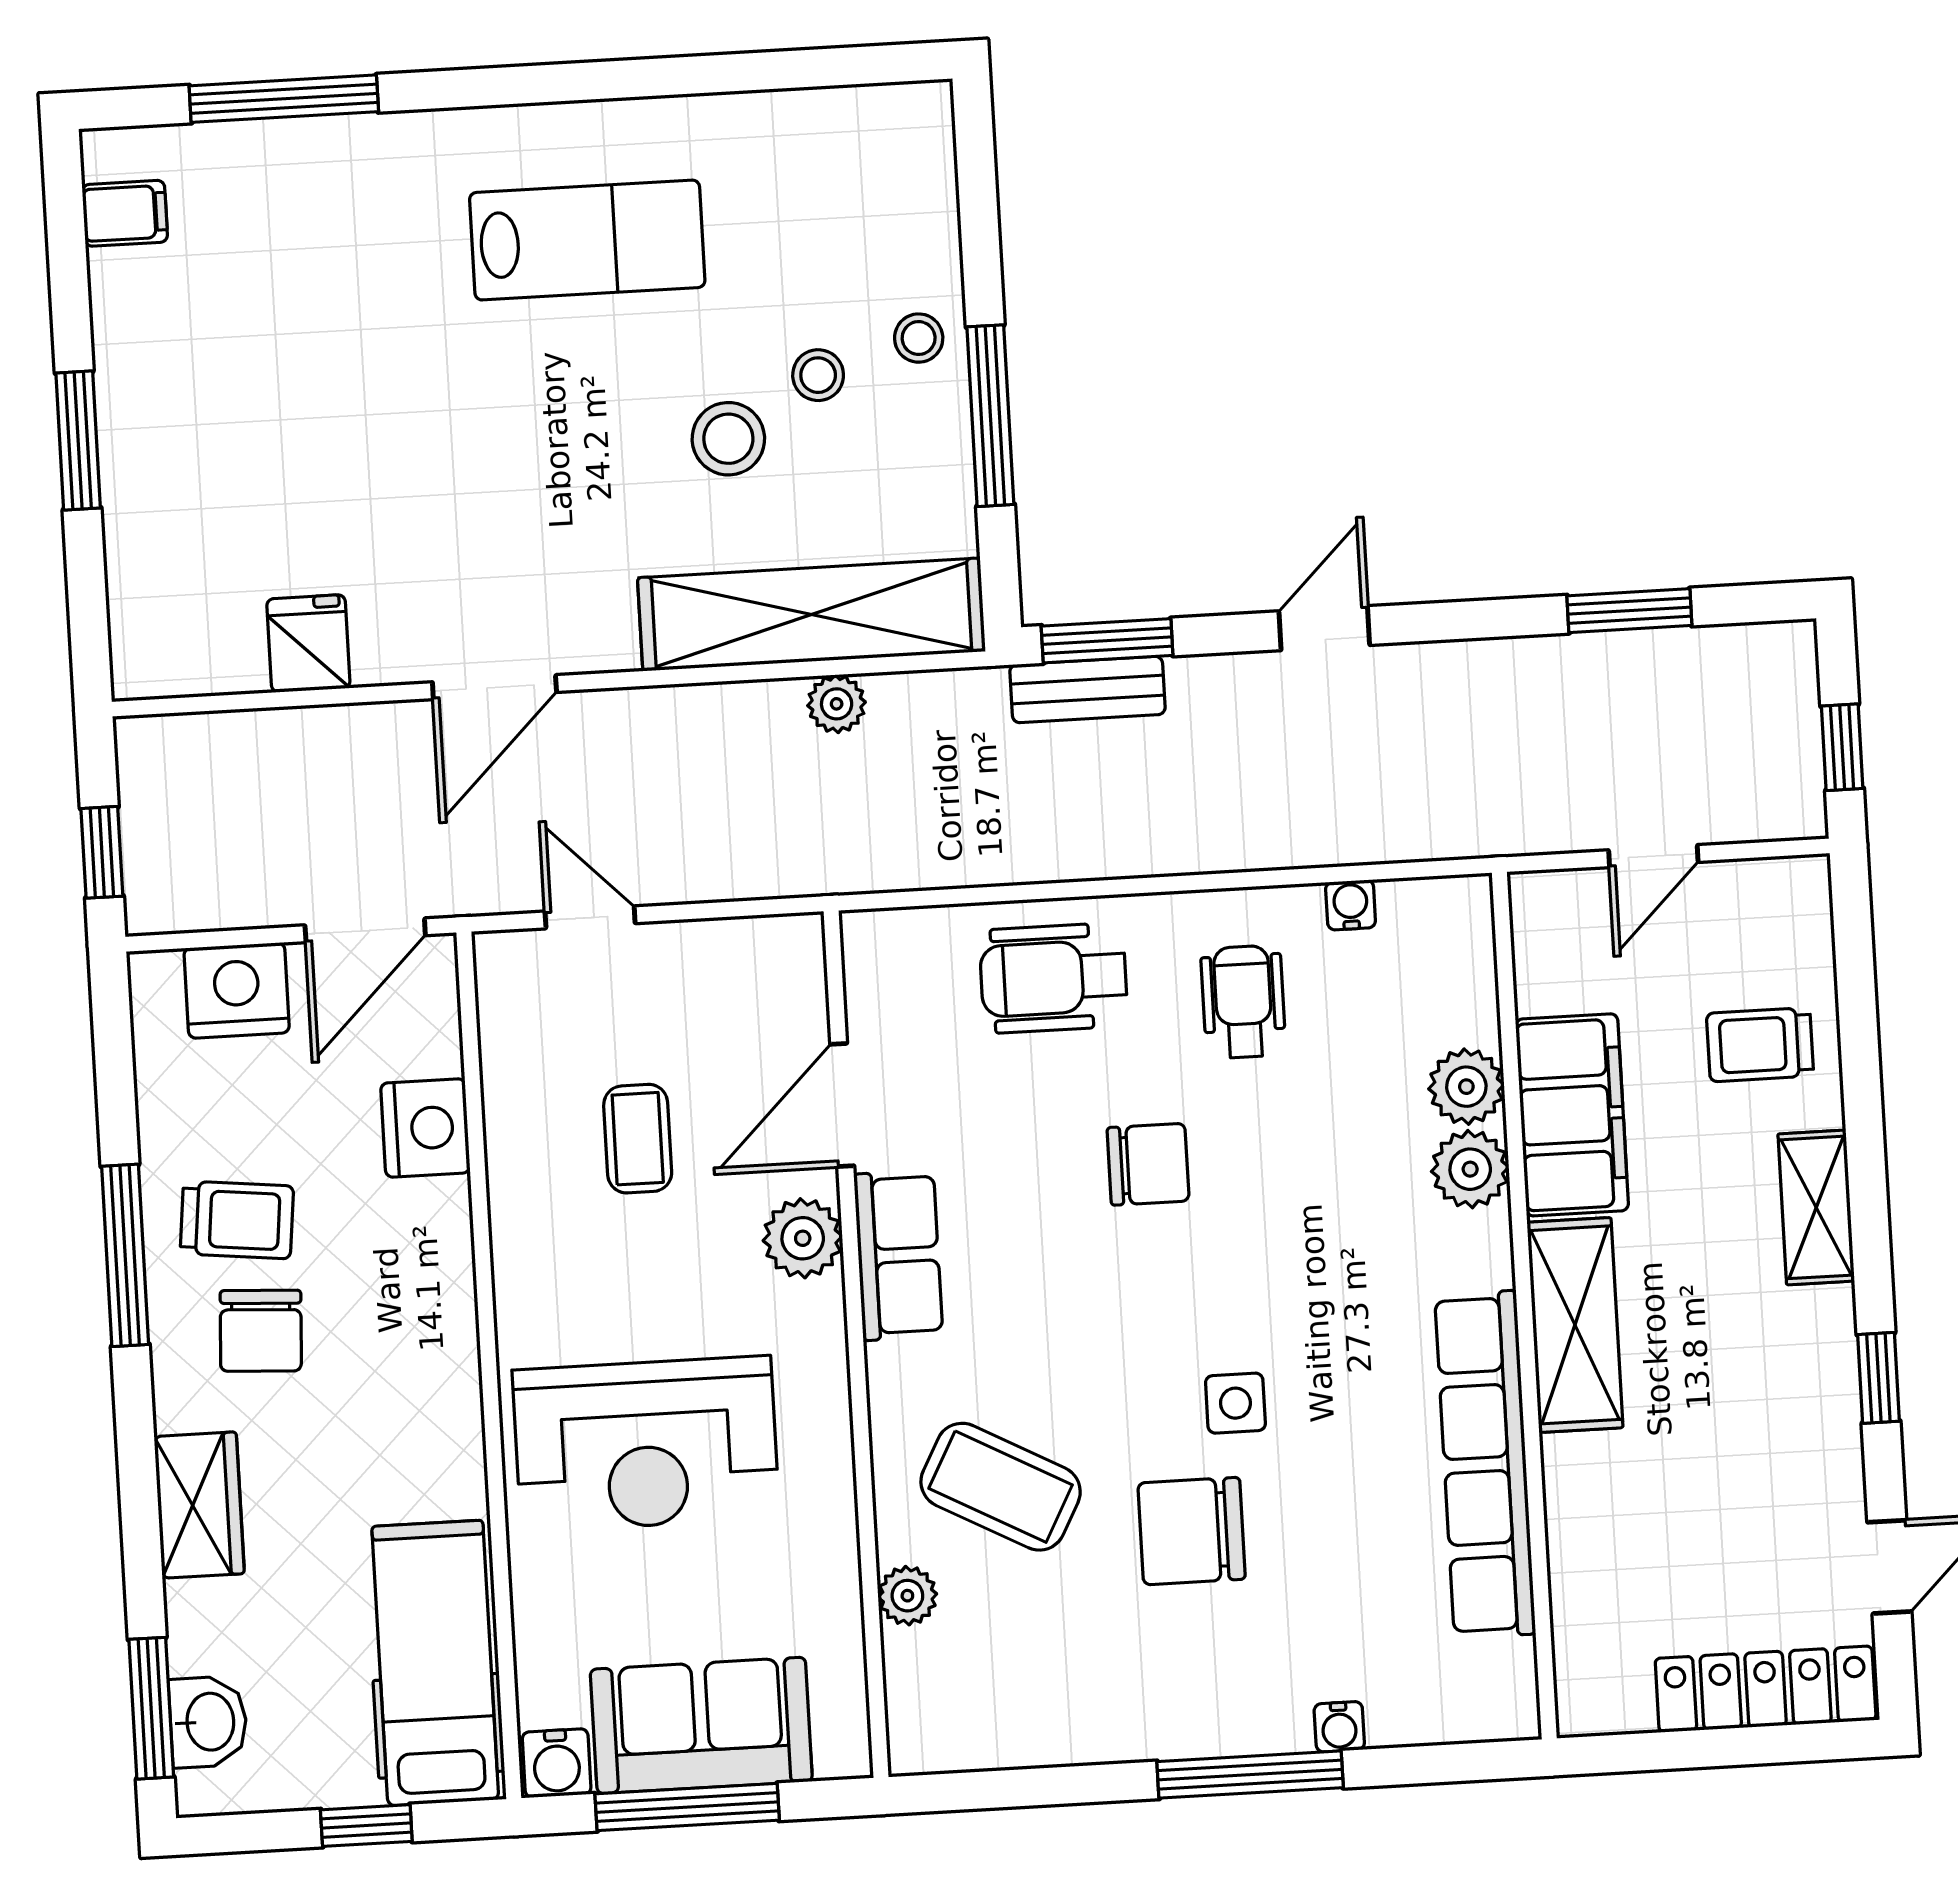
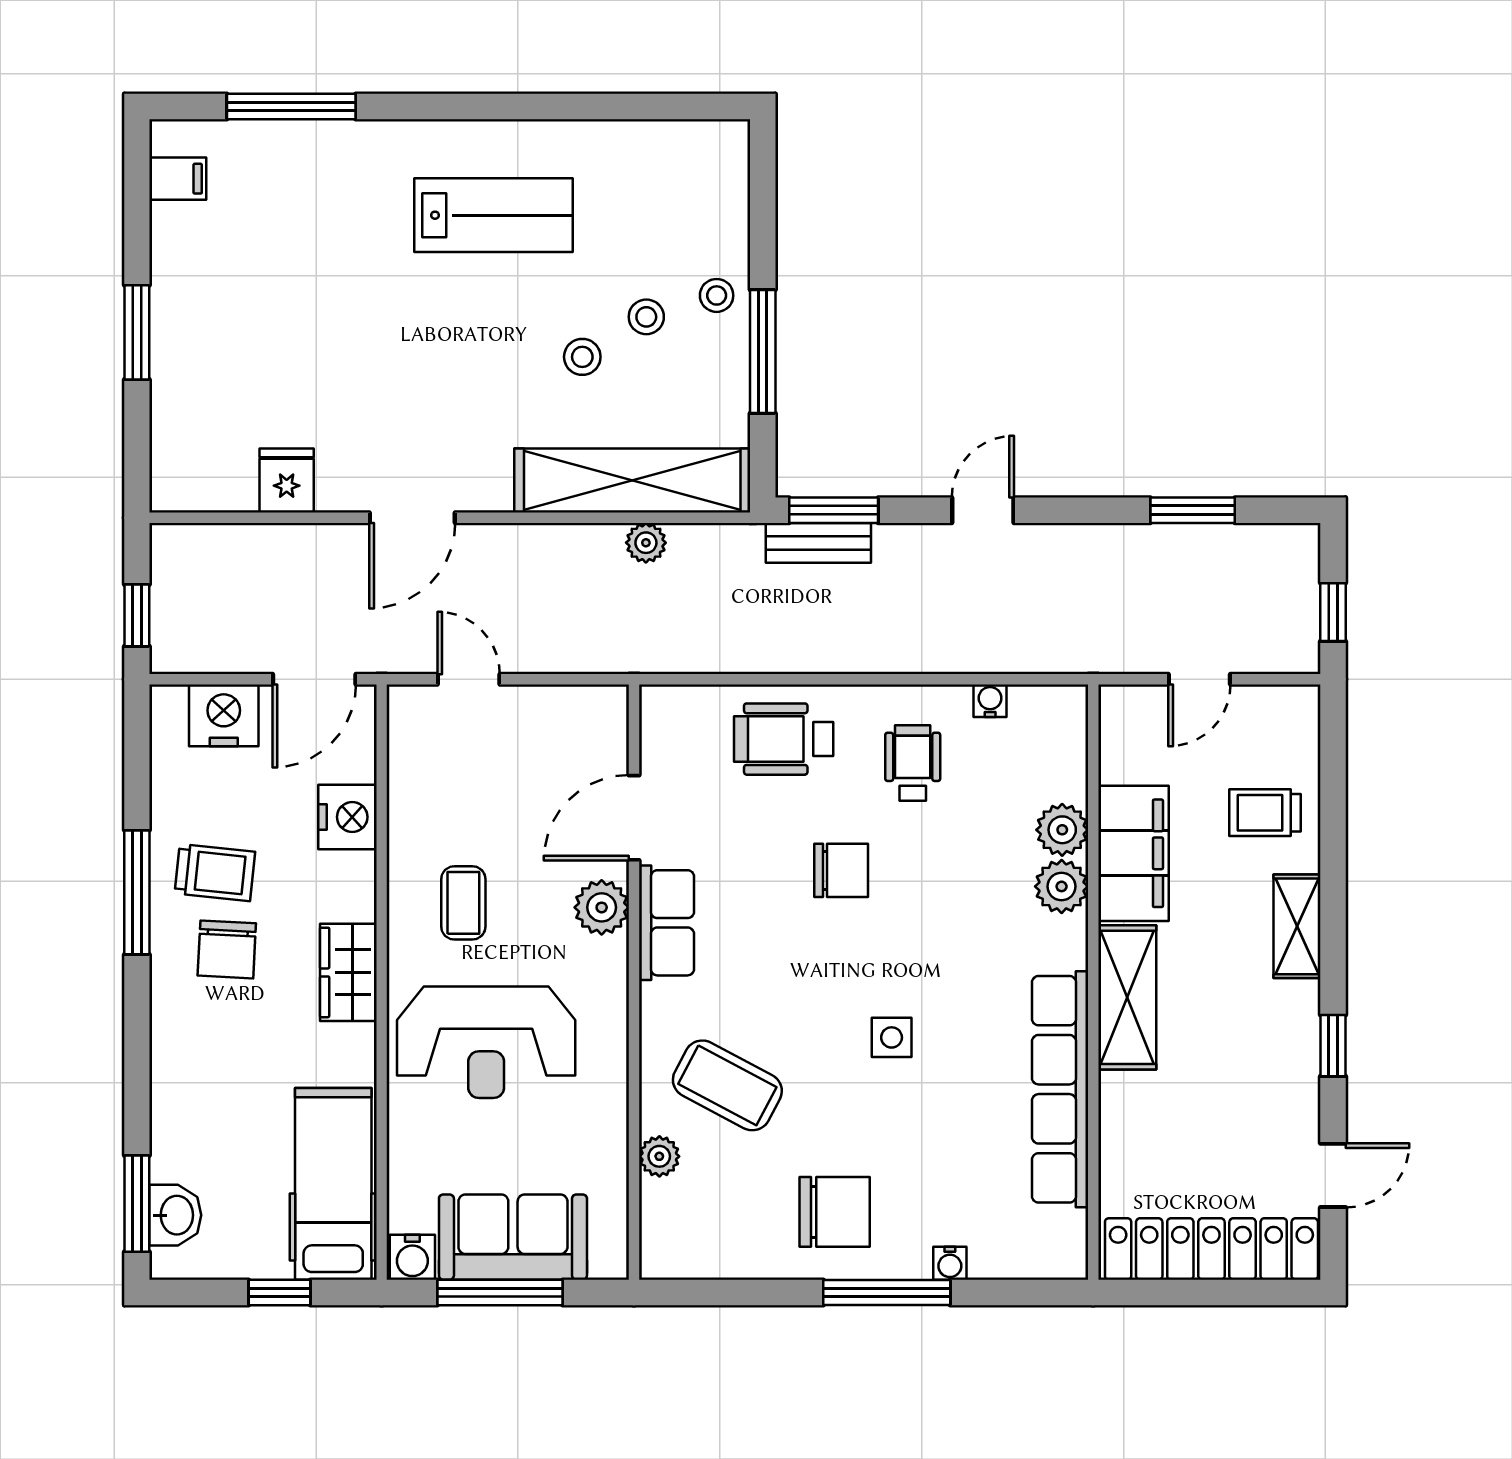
stool: (728, 439) -> (582, 357), width x0.73, depth x0.73
coffee table: (638, 1139) -> (463, 903), moved
wardrobe: (199, 1505) -> (348, 972), moved, turned 180
chair: (1192, 1531) -> (835, 1212), moved, turned 180
locker: (1766, 1689) -> (1211, 1249), width x1.41, depth x1.21

